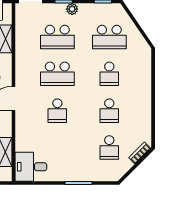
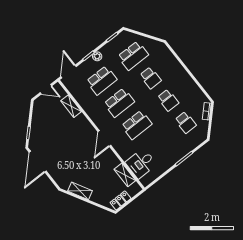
school desk: (57, 111) -> (137, 125), width x1.85
desk: (31, 167) -> (141, 163), moved

